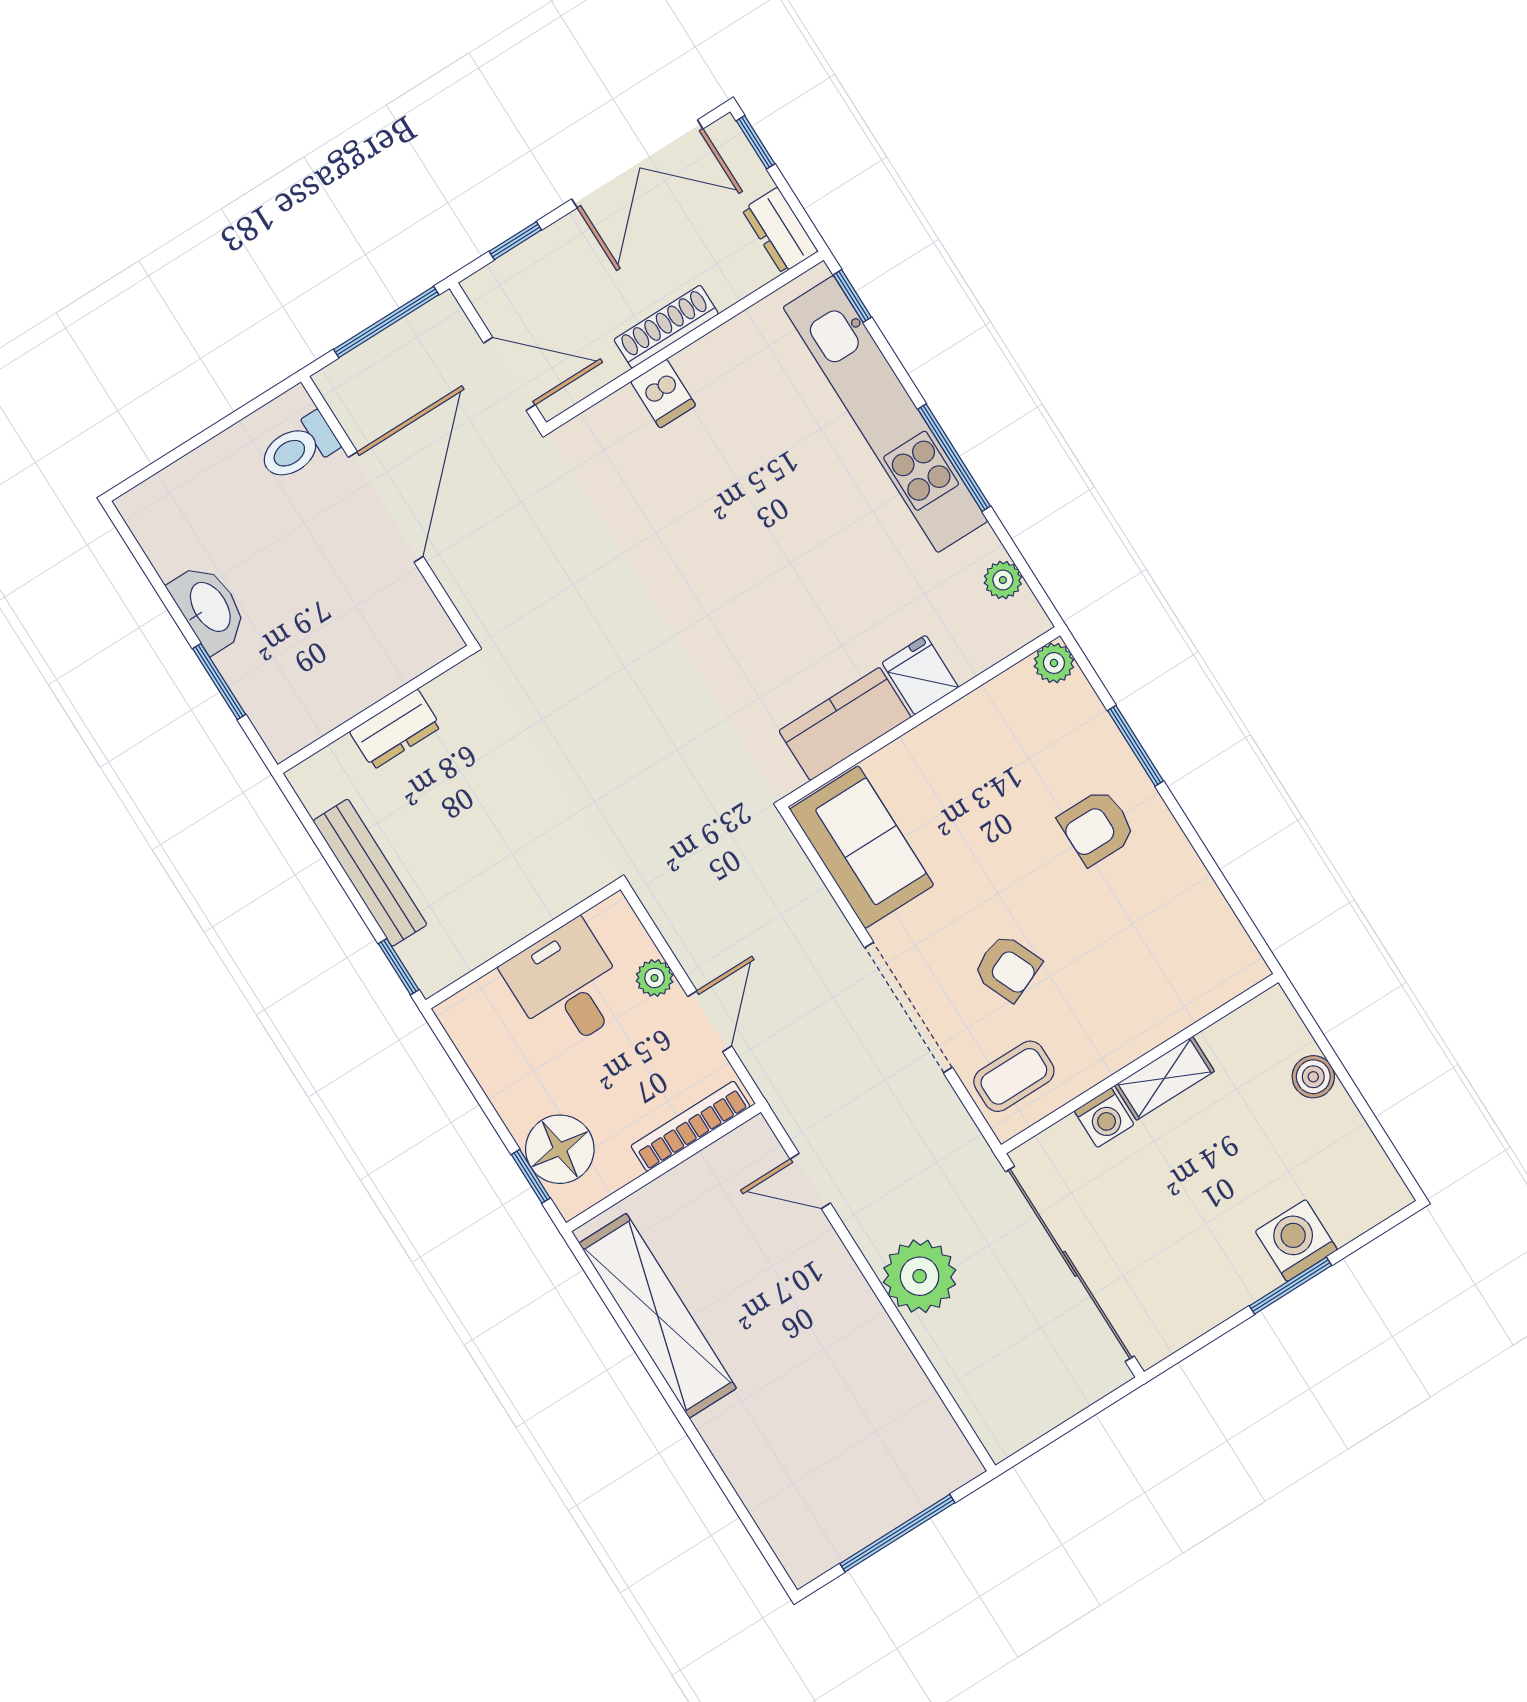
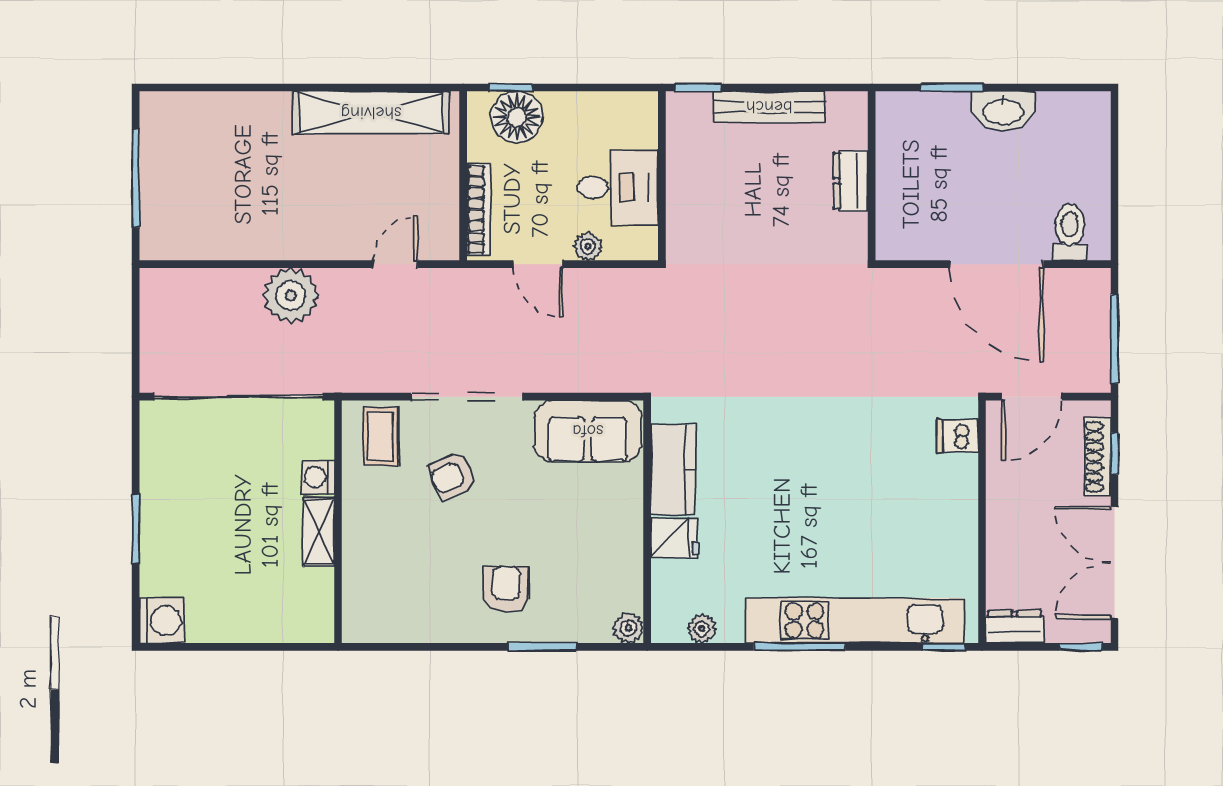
shoe rack: (666, 327) -> (1098, 457), moved, turned 180
dishwasher: (663, 394) -> (957, 436), moved
boiler: (1313, 1077) -> (260, 627), removed
washing machine: (1296, 1241) -> (162, 620), moved

